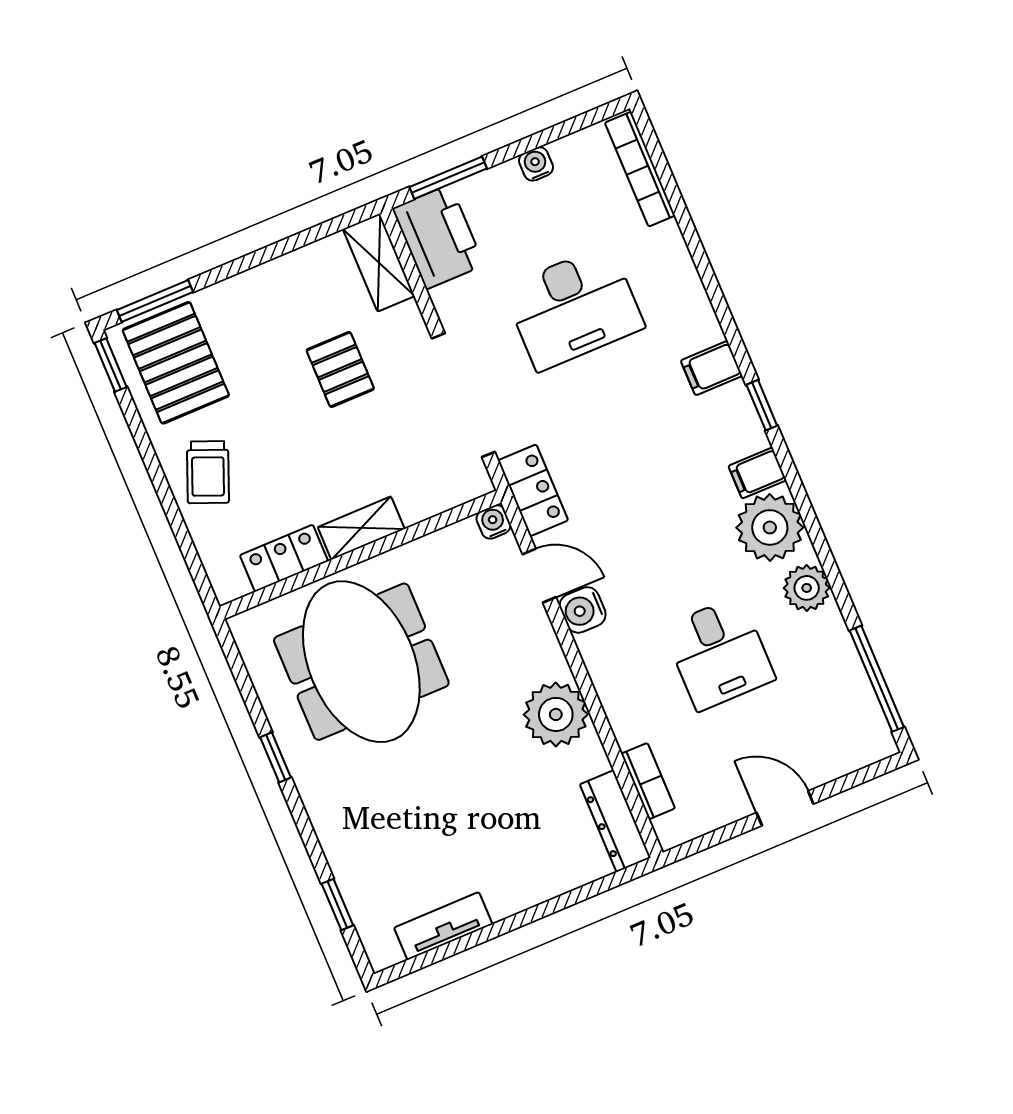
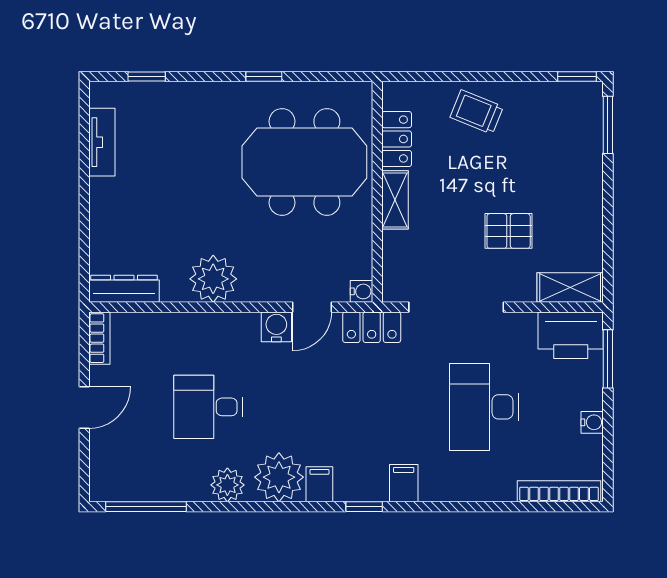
pallet: (176, 363) -> (560, 121), removed
bookcase: (648, 781) -> (99, 338), moved, turned -90

